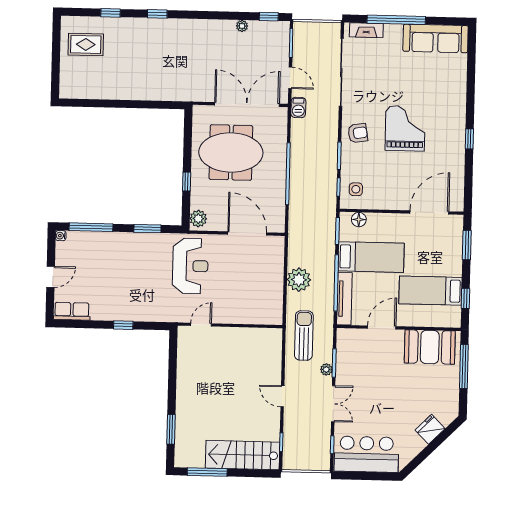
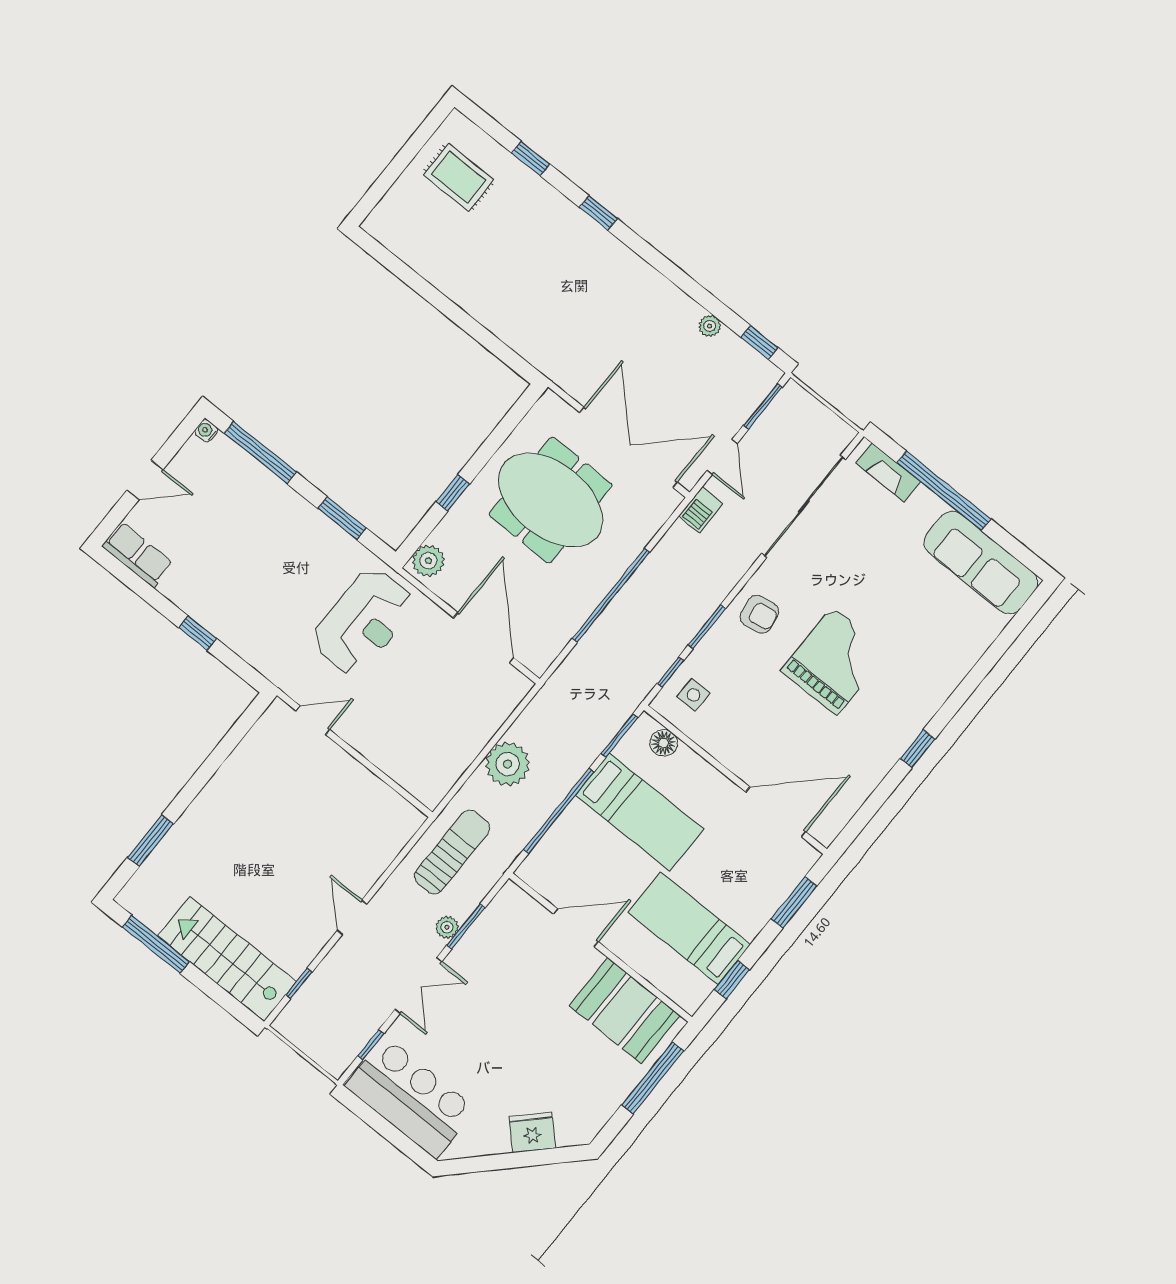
tv unit: (344, 299) -> (553, 843), removed

